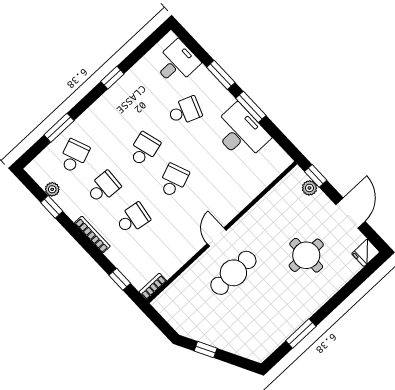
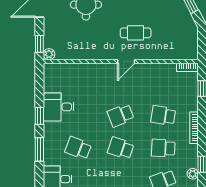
window: (251, 107) -> (39, 116), width x0.67
desk: (241, 133) -> (58, 107), width x0.73
school desk: (144, 149) -> (121, 148), turned 33
plant: (309, 188) -> (49, 54), moved
cafe table: (233, 273) -> (136, 33), width x0.73, depth x0.74

